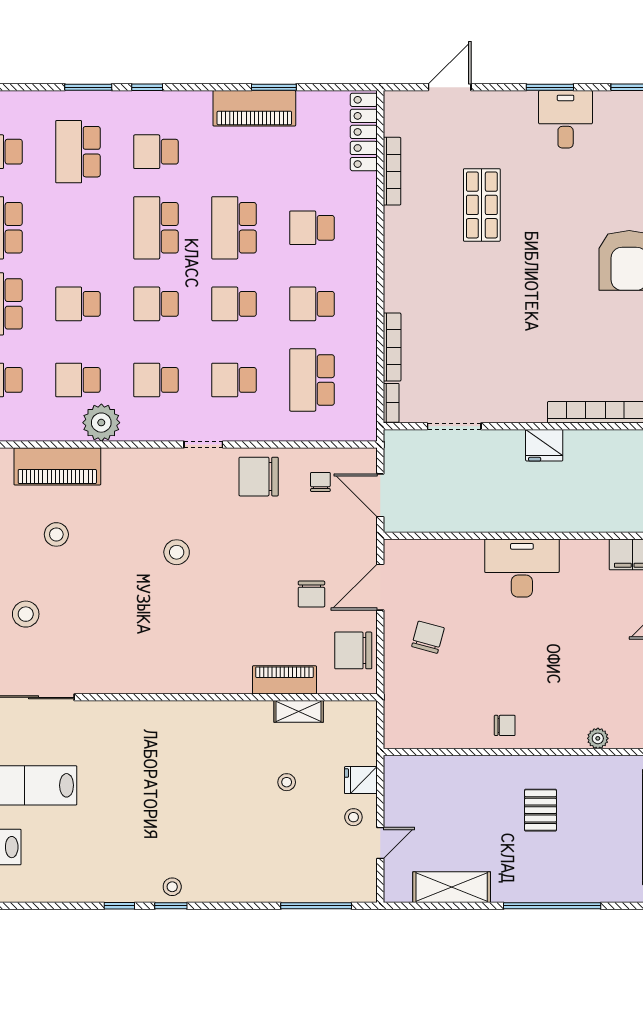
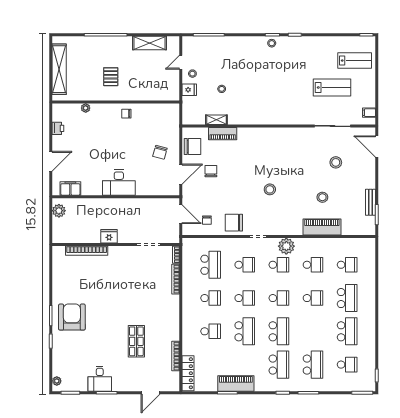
school desk: (156, 152) -> (279, 365), width x1.85
plant: (101, 423) -> (286, 246), moved
chair: (259, 477) -> (234, 223), turned 180

